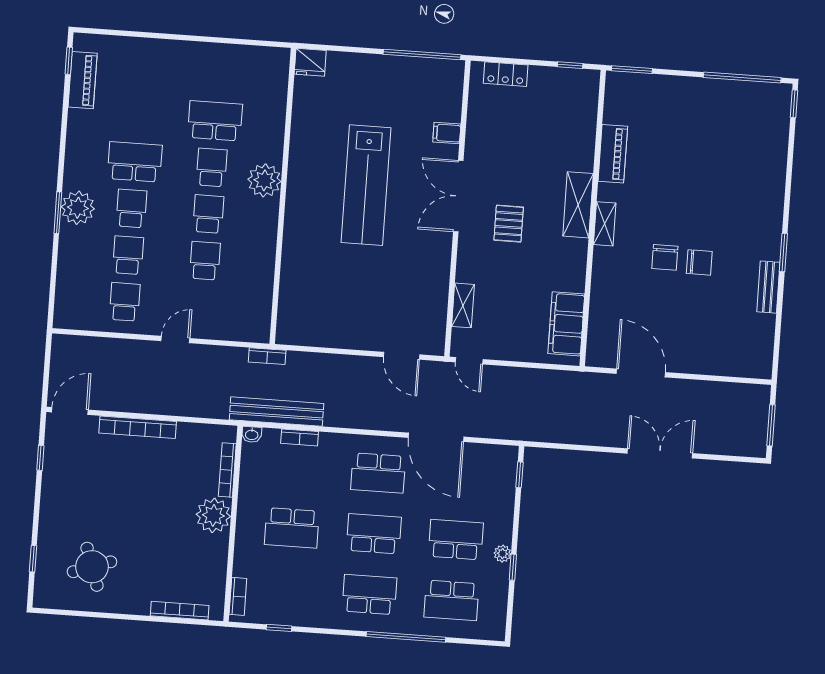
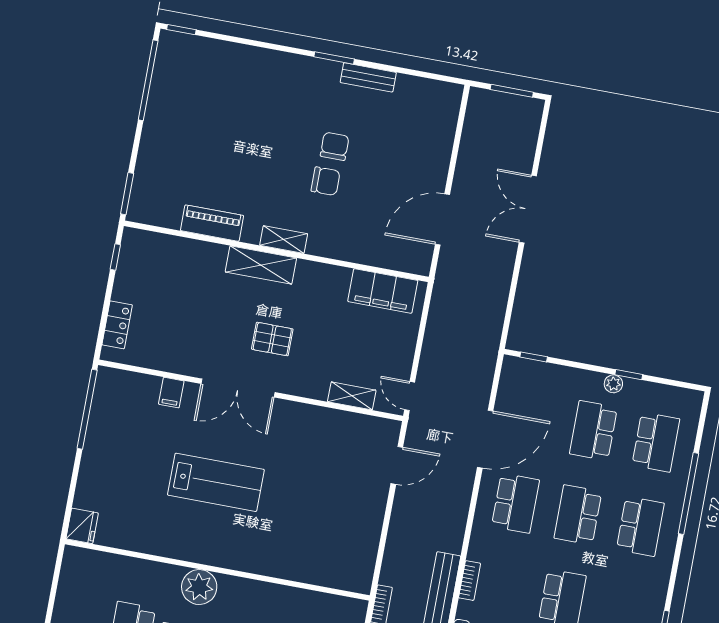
lab bench: (366, 185) -> (216, 482), width x0.73
door: (469, 361) -> (410, 396), swing flipped
school desk: (369, 594) -> (640, 526), turned 180

